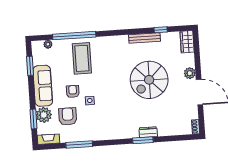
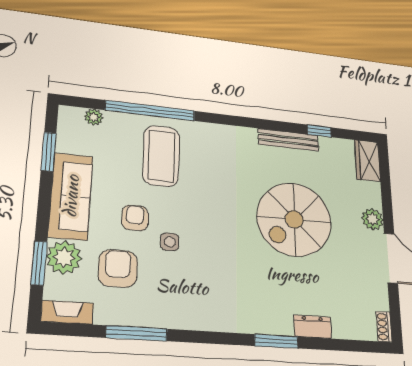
dresser: (148, 132) -> (313, 327), moved

